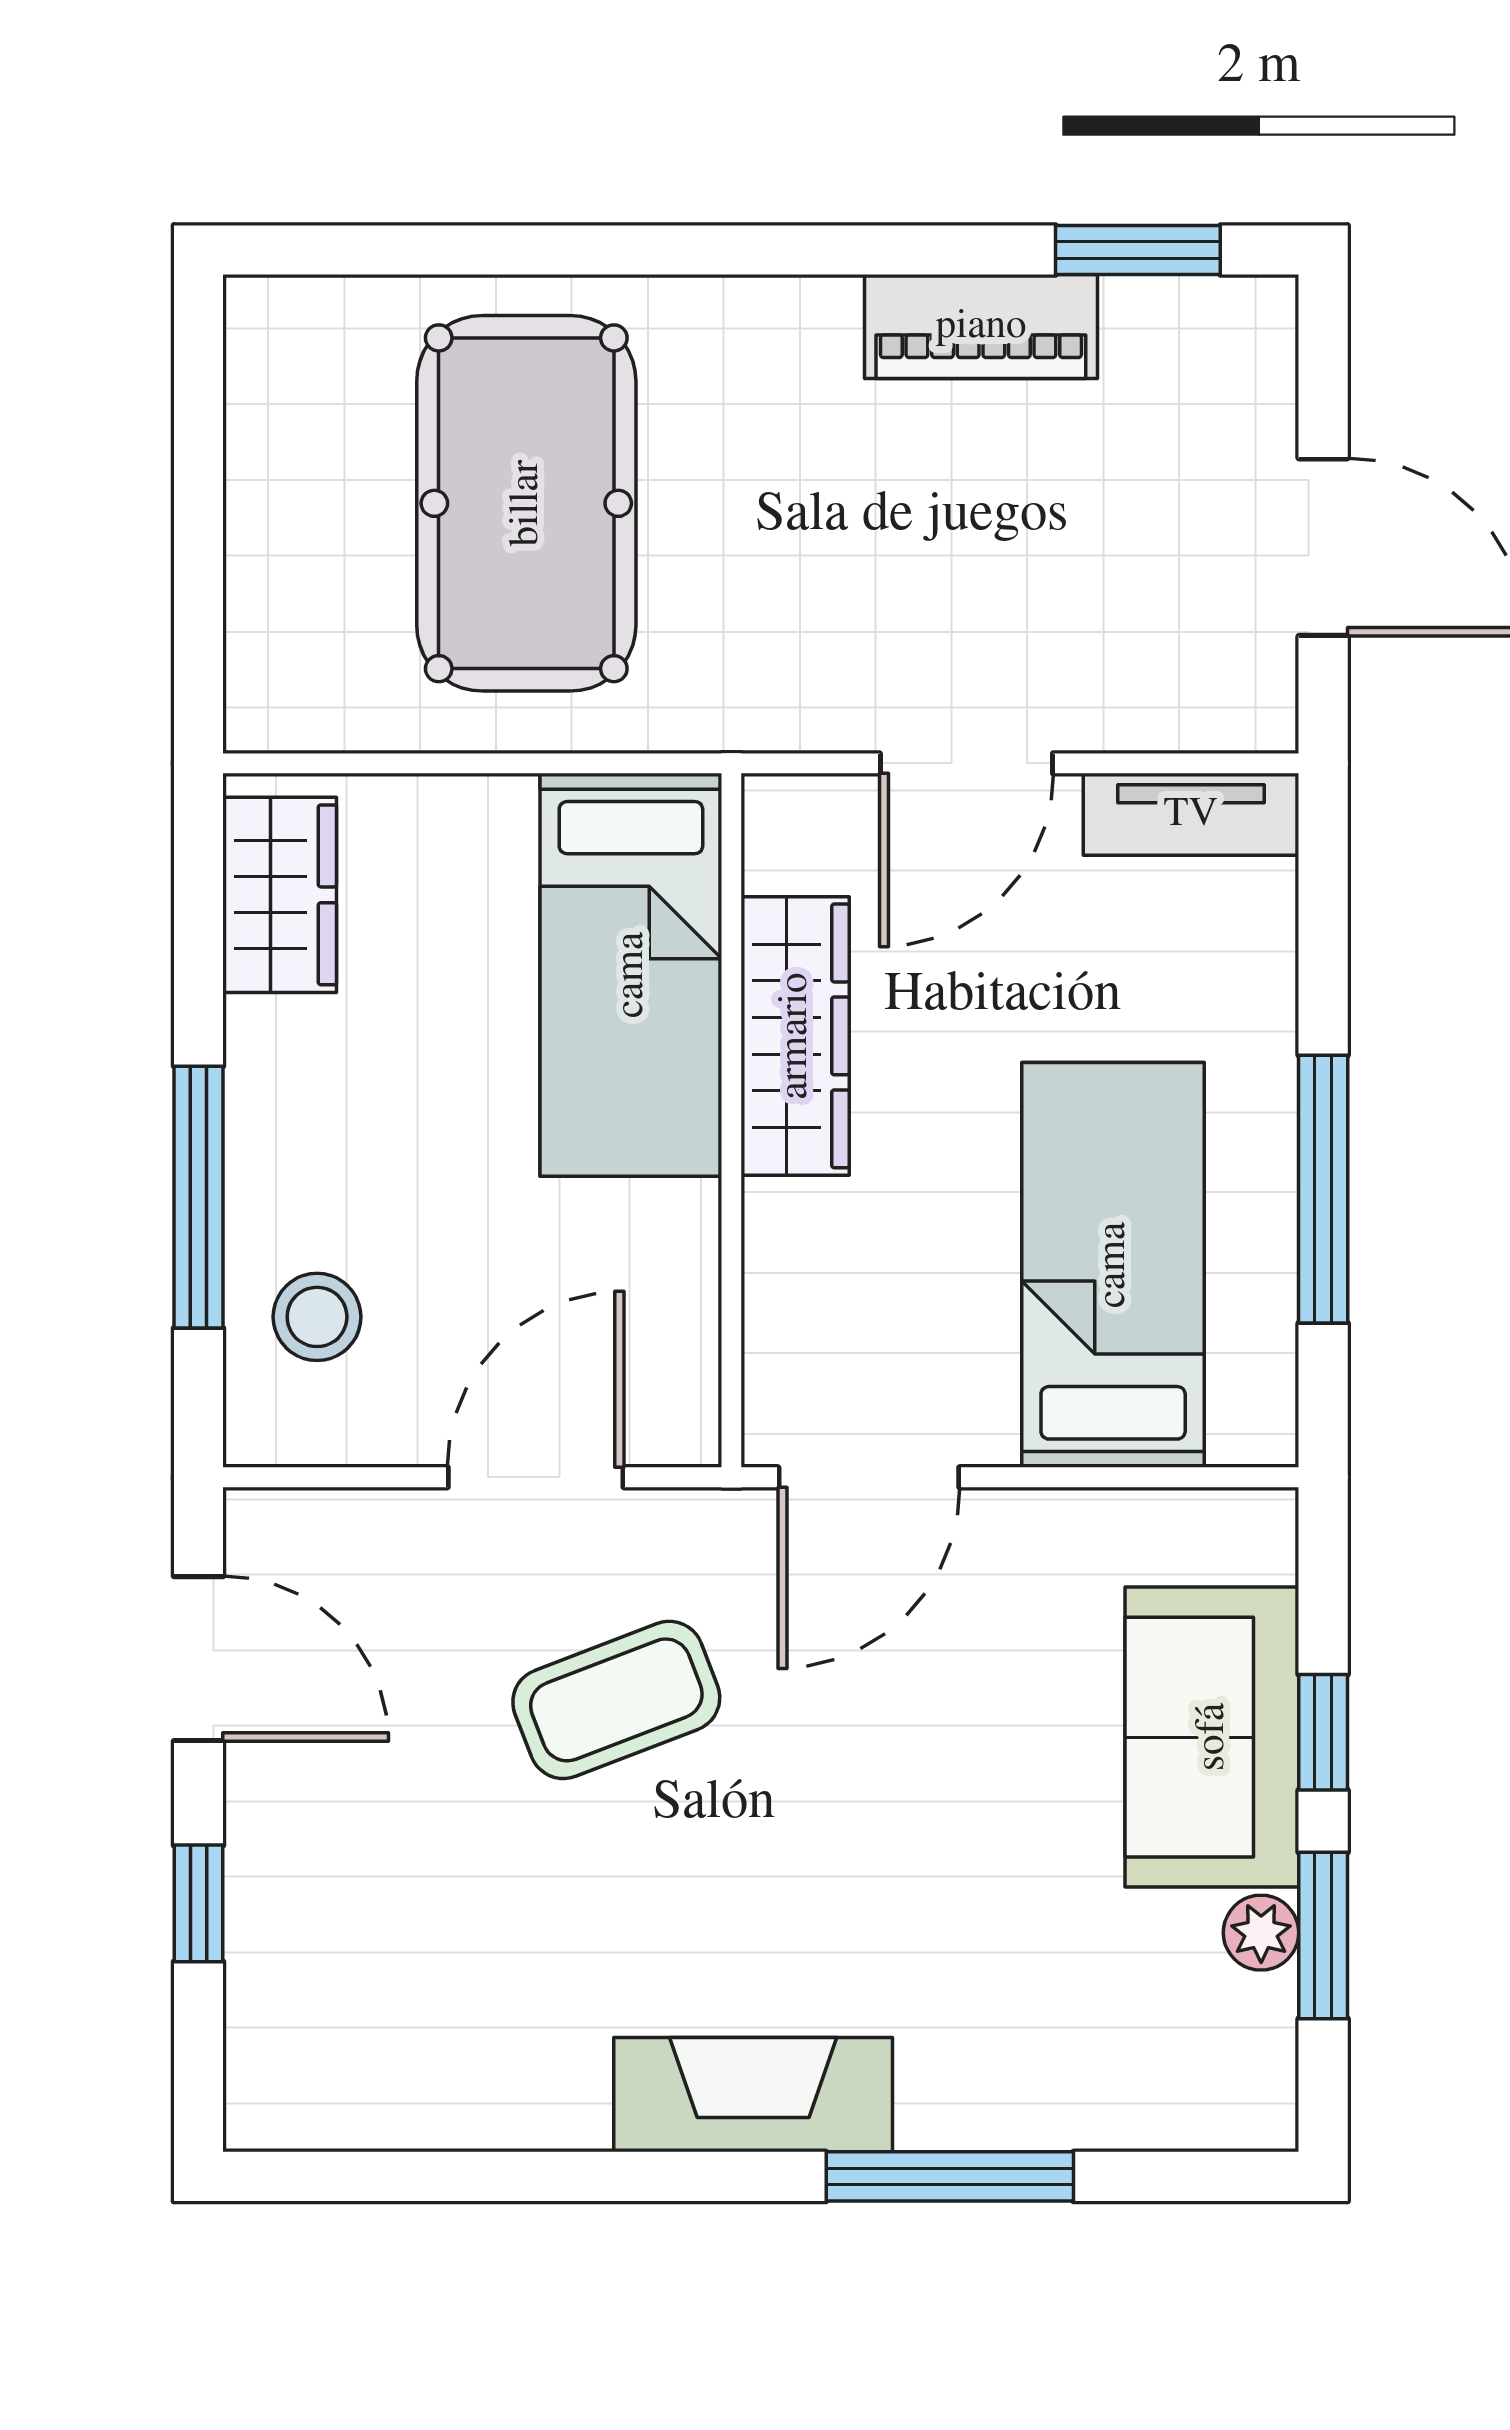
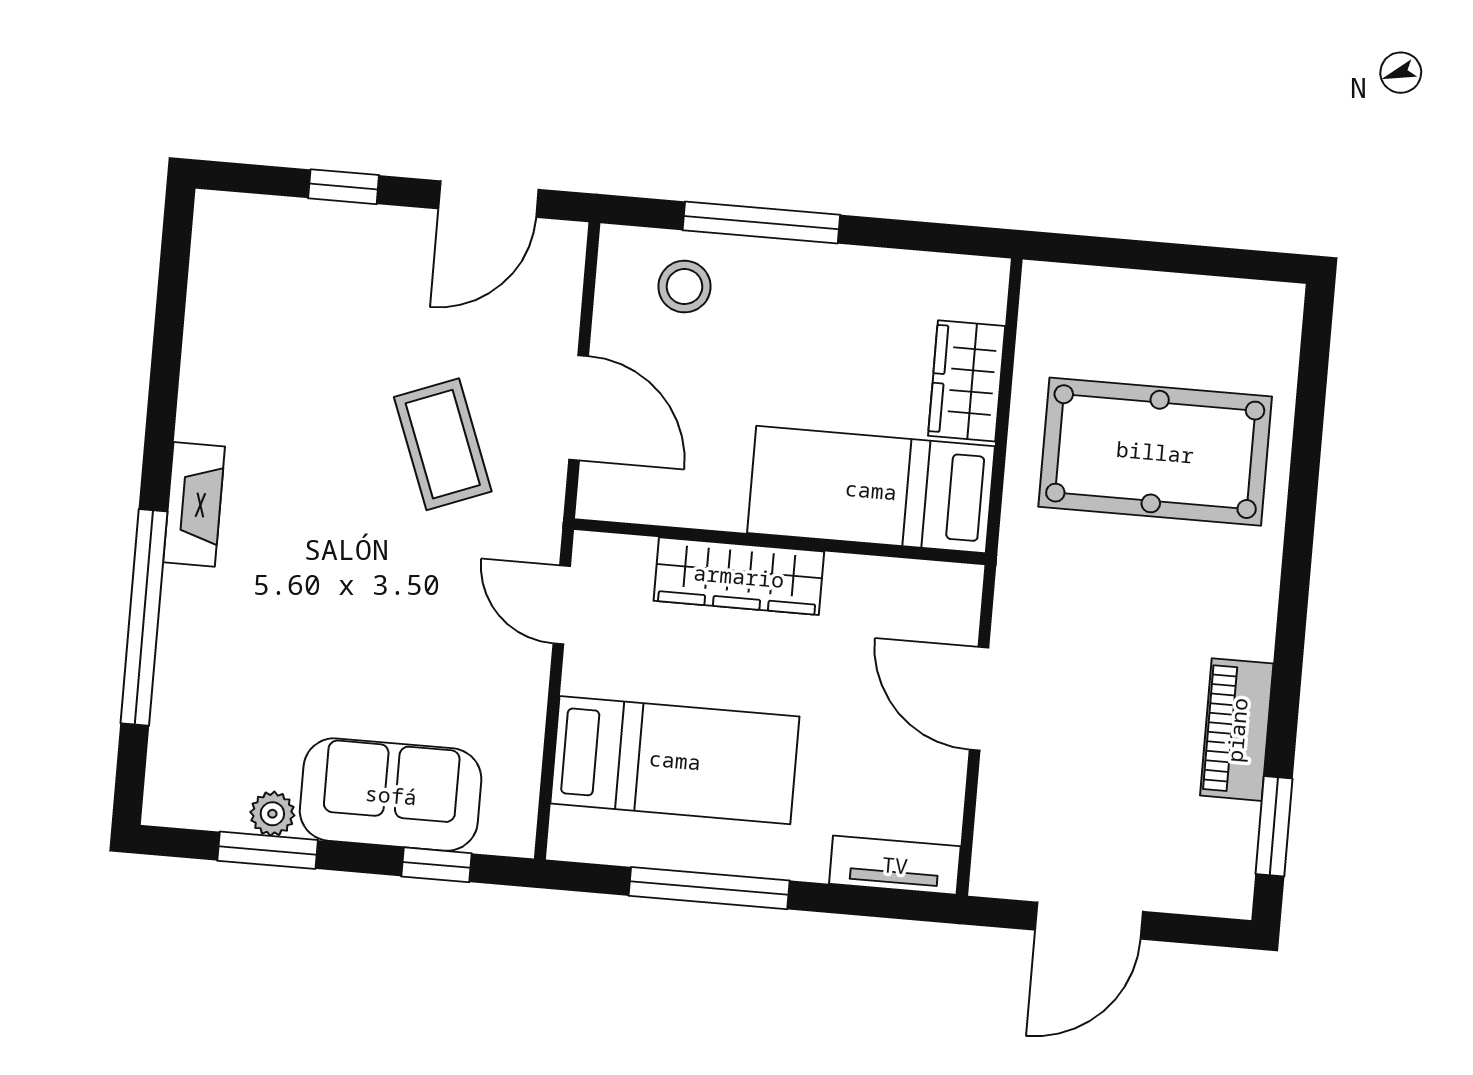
tv unit: (1191, 814) -> (895, 865), moved, turned 90
wardrobe: (280, 895) -> (967, 381), moved, turned 90
wardrobe: (795, 1036) -> (739, 576), moved
door: (869, 1477) -> (562, 605), width x0.73
window: (1323, 1732) -> (437, 865), moved
fireplace: (753, 2095) -> (194, 504), width x0.73, depth x0.76
window: (950, 2176) -> (144, 617), width x1.46

